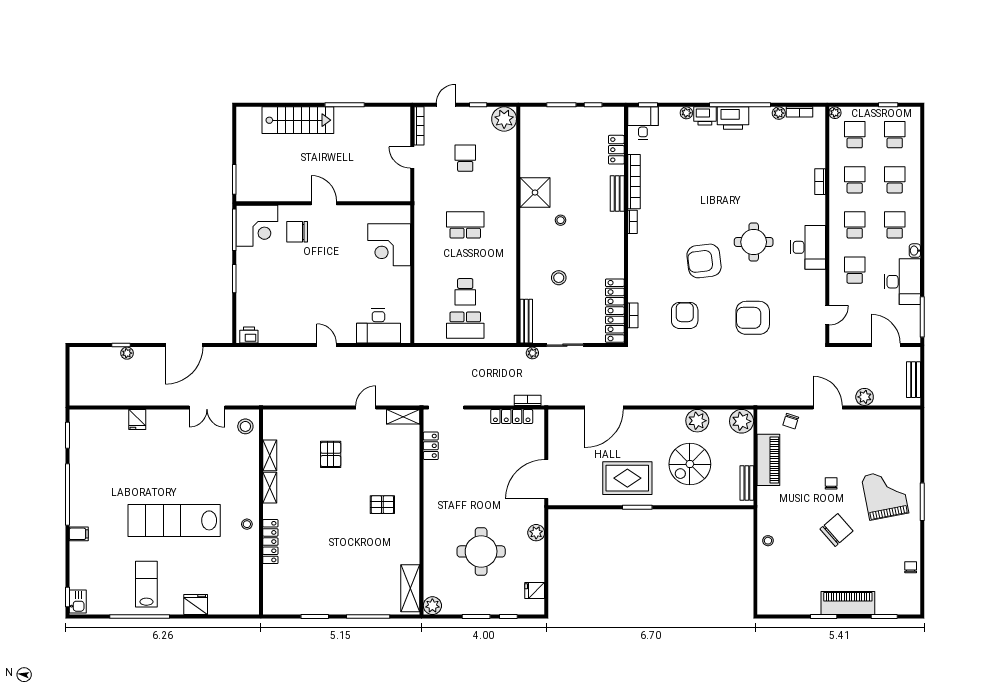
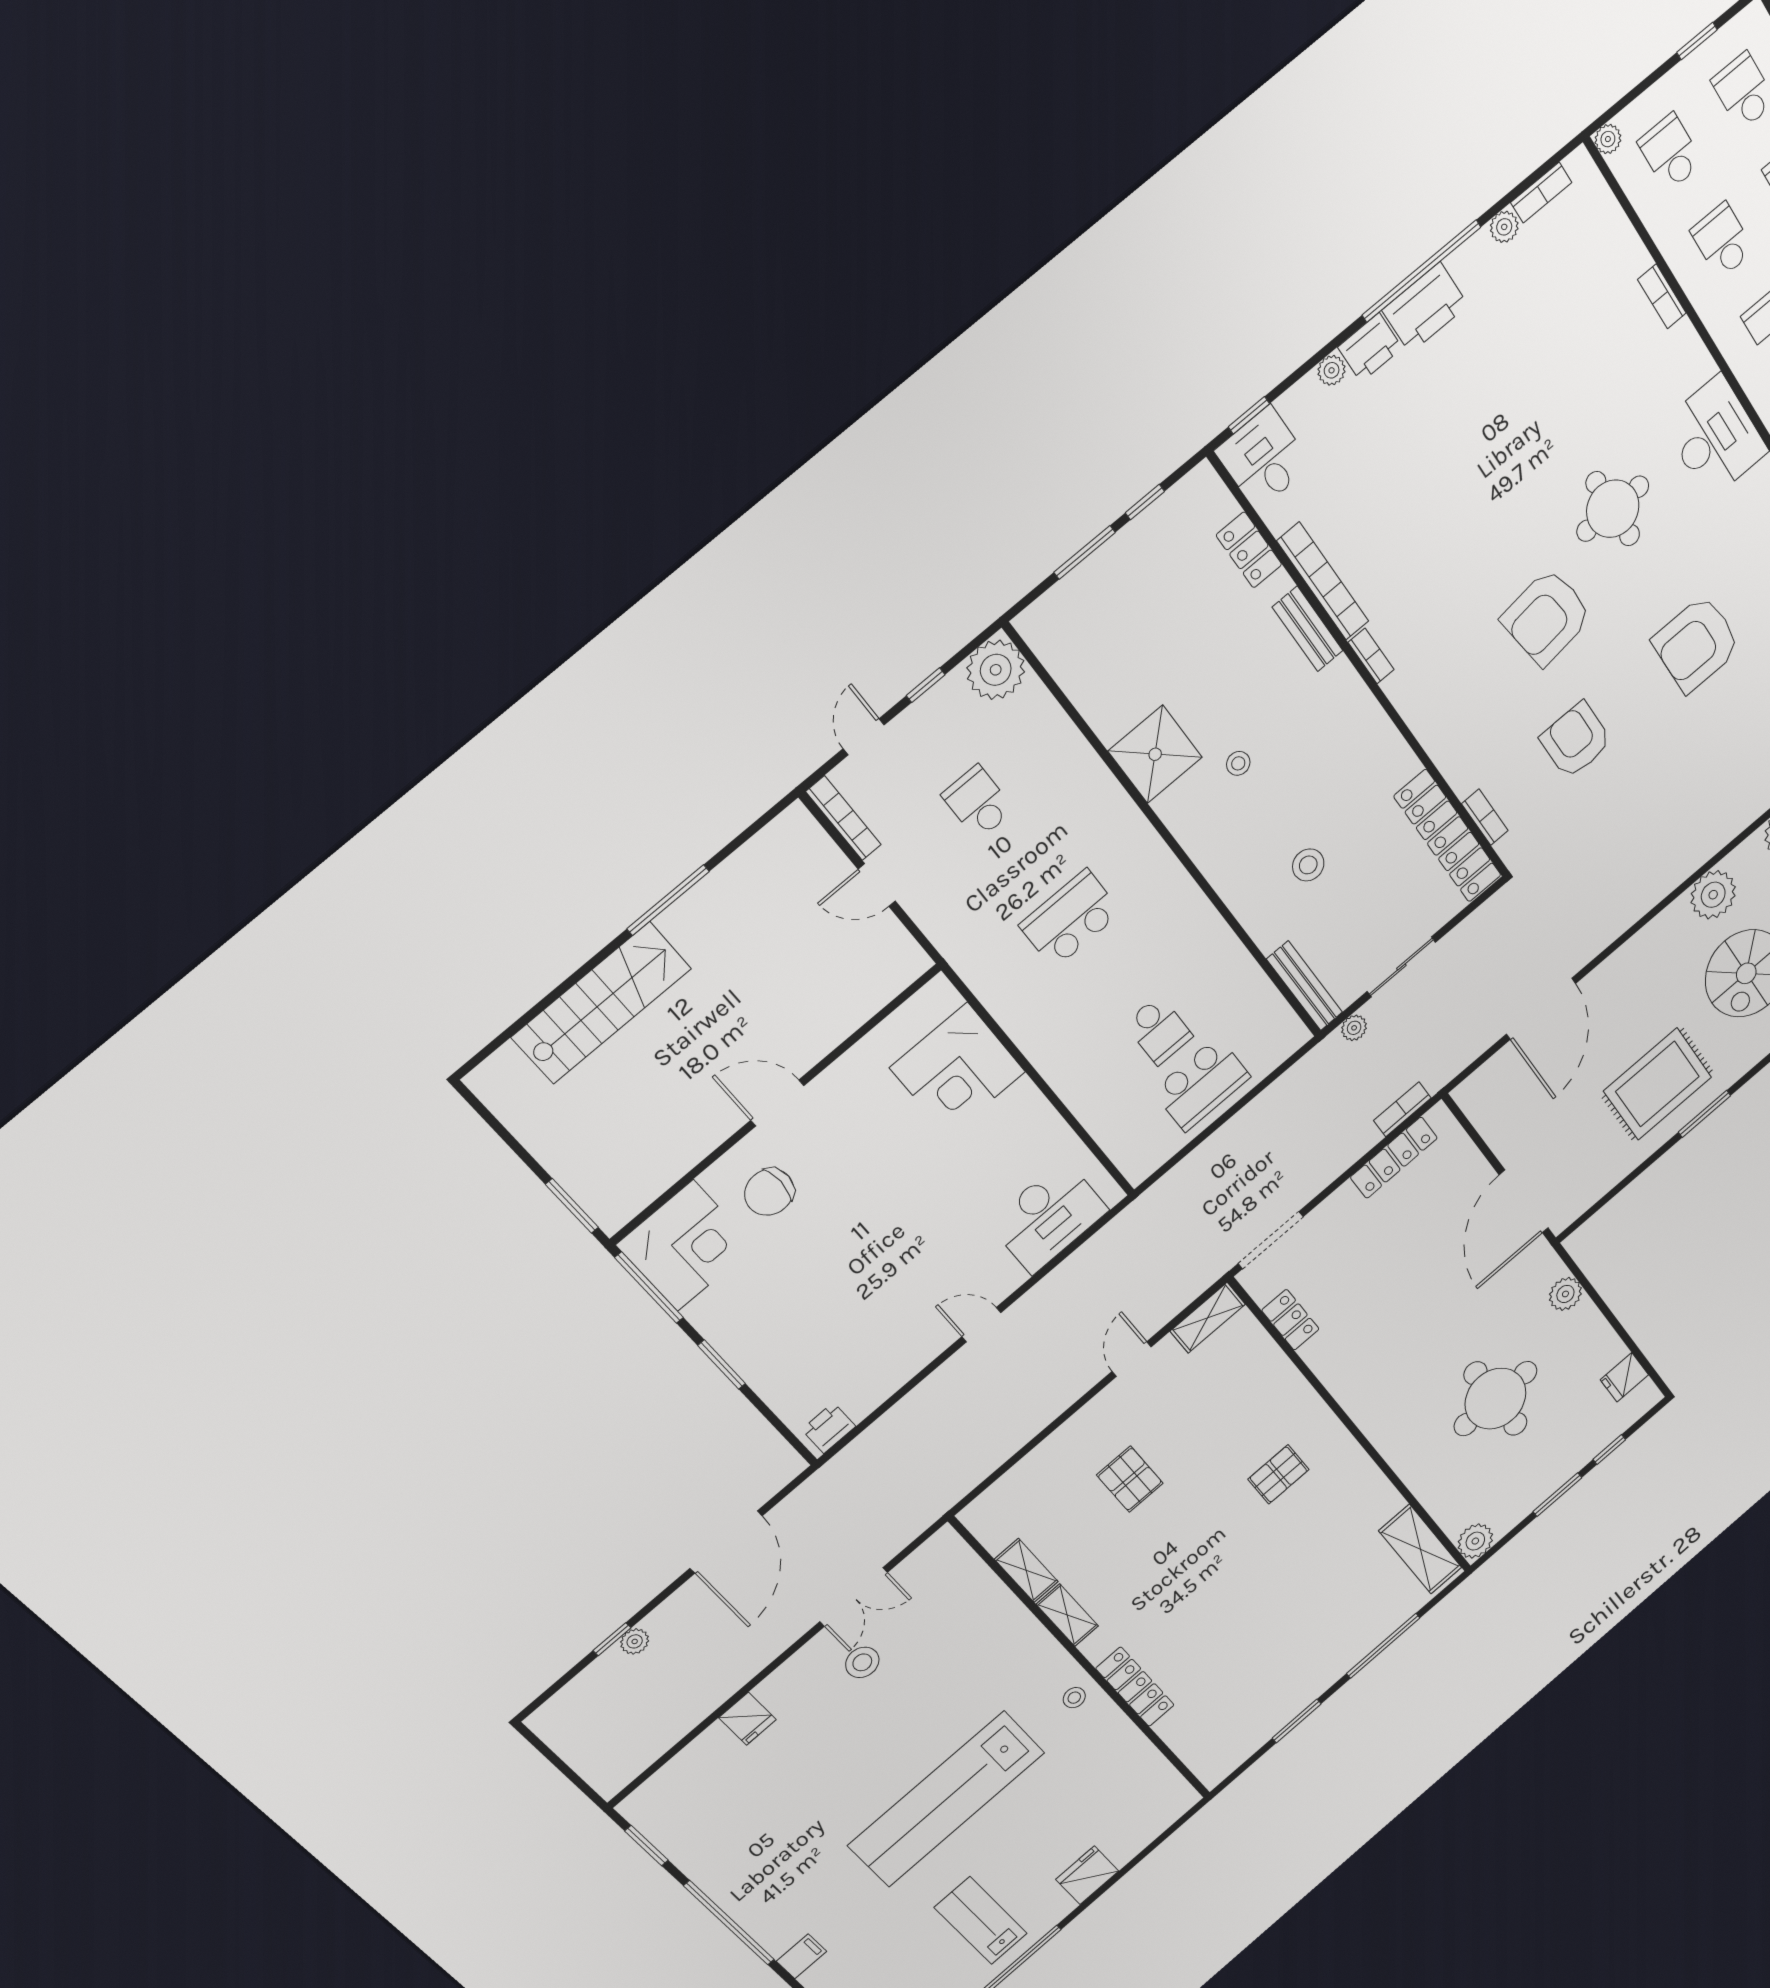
stool: (245, 426) -> (862, 1662), moved

